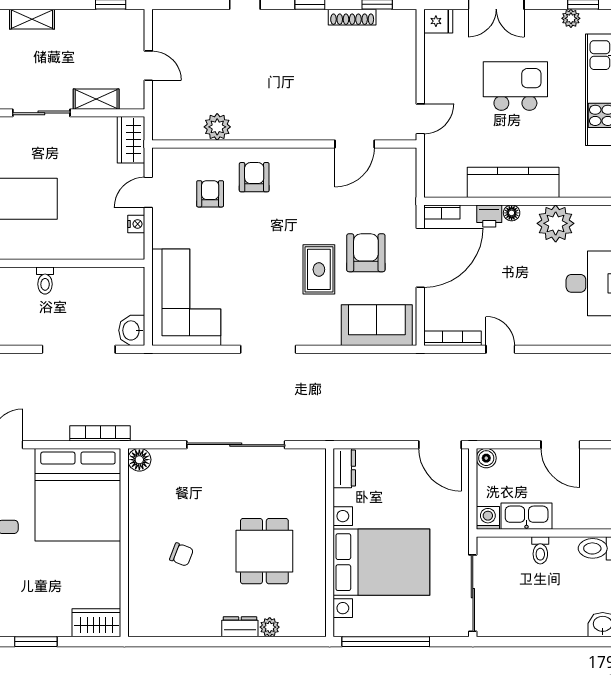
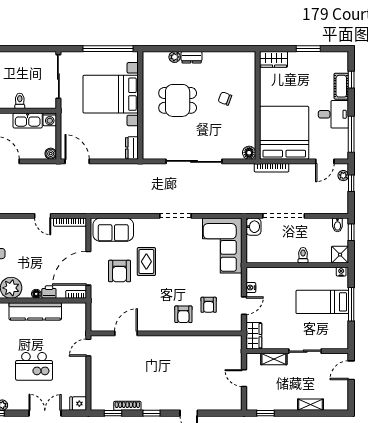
plant: (217, 127) -> (205, 343), removed
dining table: (264, 551) -> (178, 100), turned 90

